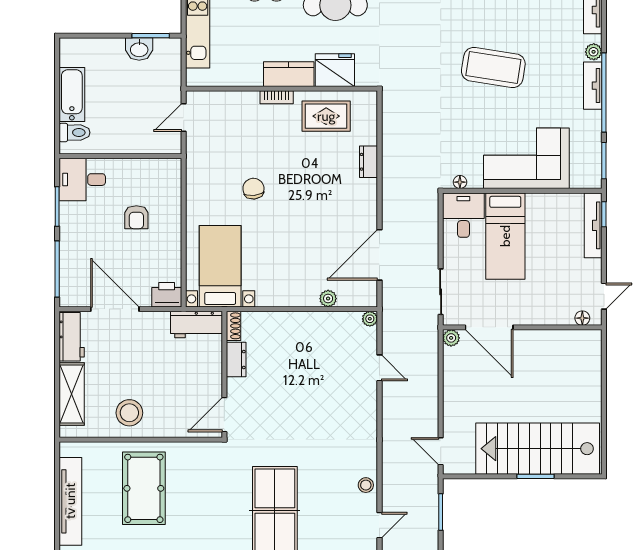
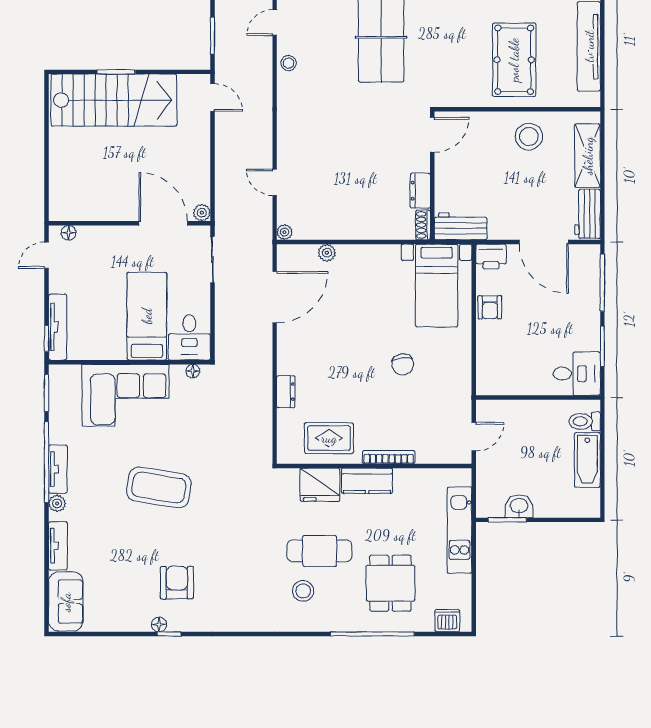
bookcase: (277, 97) -> (389, 457), width x1.56
armchair: (136, 217) -> (490, 307), moved, turned 180

